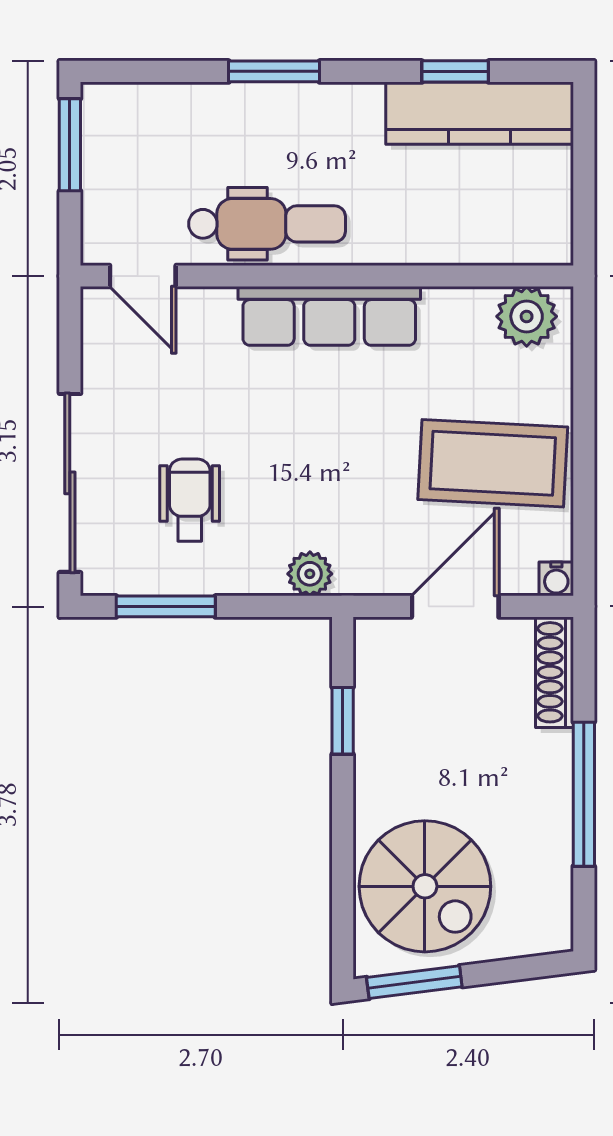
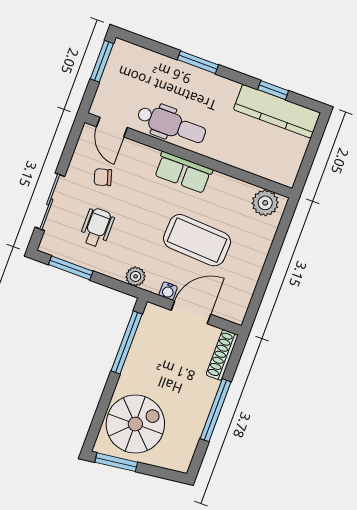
row of seats: (329, 316) -> (183, 172), width x0.68
chair: (163, 389) -> (103, 177), added
coffee table: (493, 463) -> (197, 240), moved
sliding door: (70, 483) -> (50, 202), width x0.73
water cooler: (556, 579) -> (168, 291), moved
window: (343, 721) -> (127, 343), width x2.17
spiral stairs: (425, 886) -> (135, 424), turned -90

